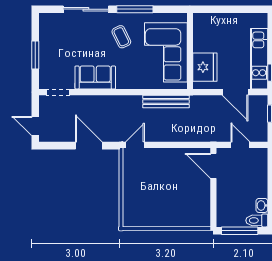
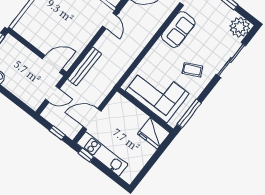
window: (135, 9) -> (189, 114), moved
plant: (50, 24) -> (240, 27), added
fridge: (205, 67) -> (154, 133), moved
bench: (166, 101) -> (84, 66), moved

